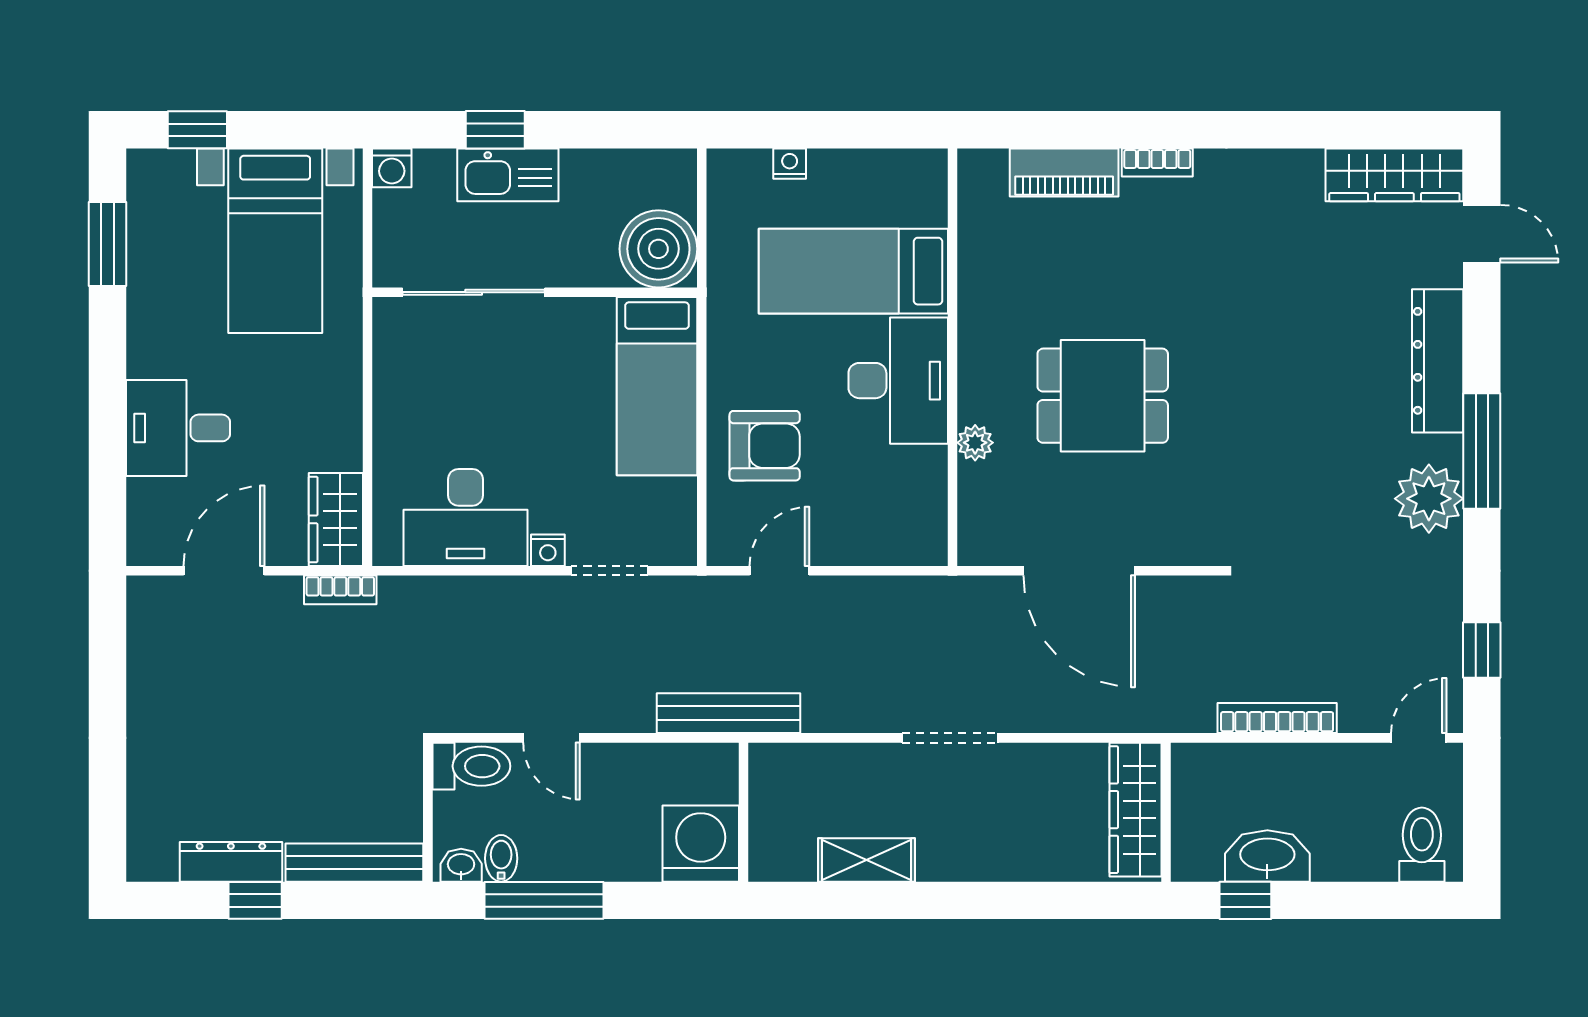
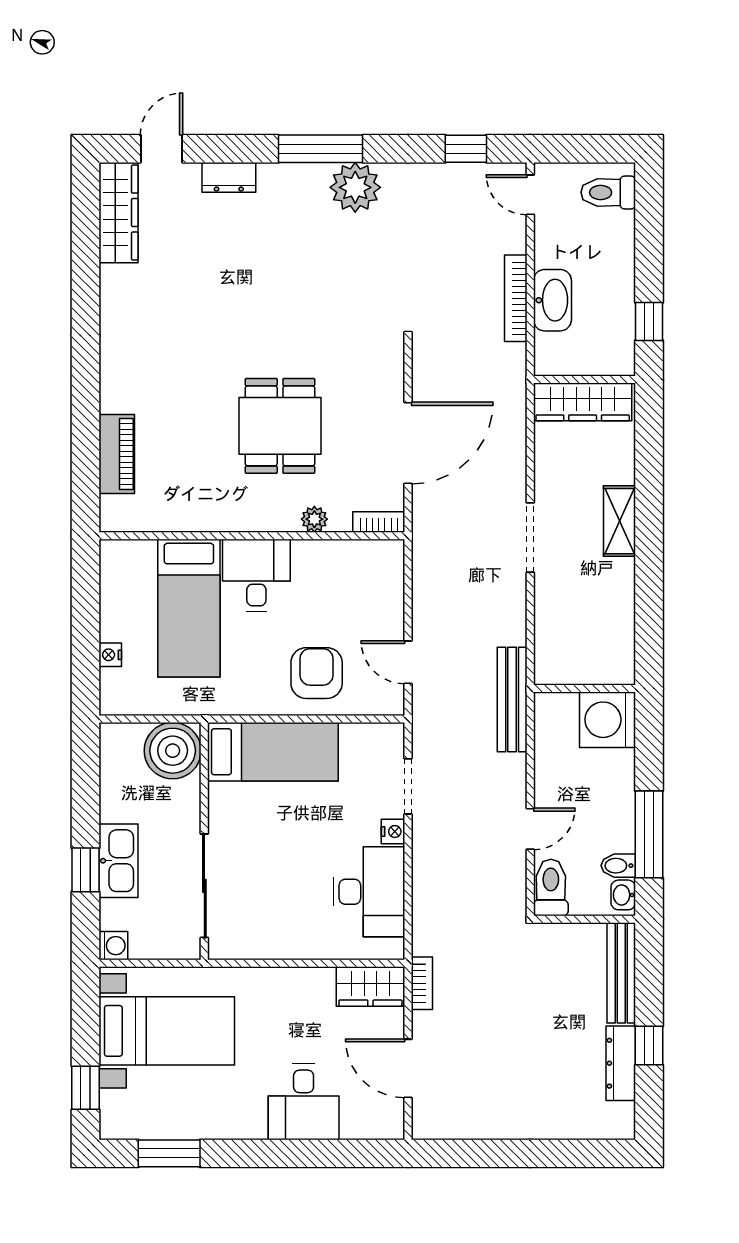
bookcase: (1157, 162) -> (379, 522), moved, turned -90
dresser: (1438, 361) -> (229, 177), width x0.51, depth x0.80
desk: (898, 381) -> (256, 575), width x0.73
washbasin: (1267, 856) -> (552, 300), moved, turned 180
shelving: (867, 860) -> (619, 521), moved

